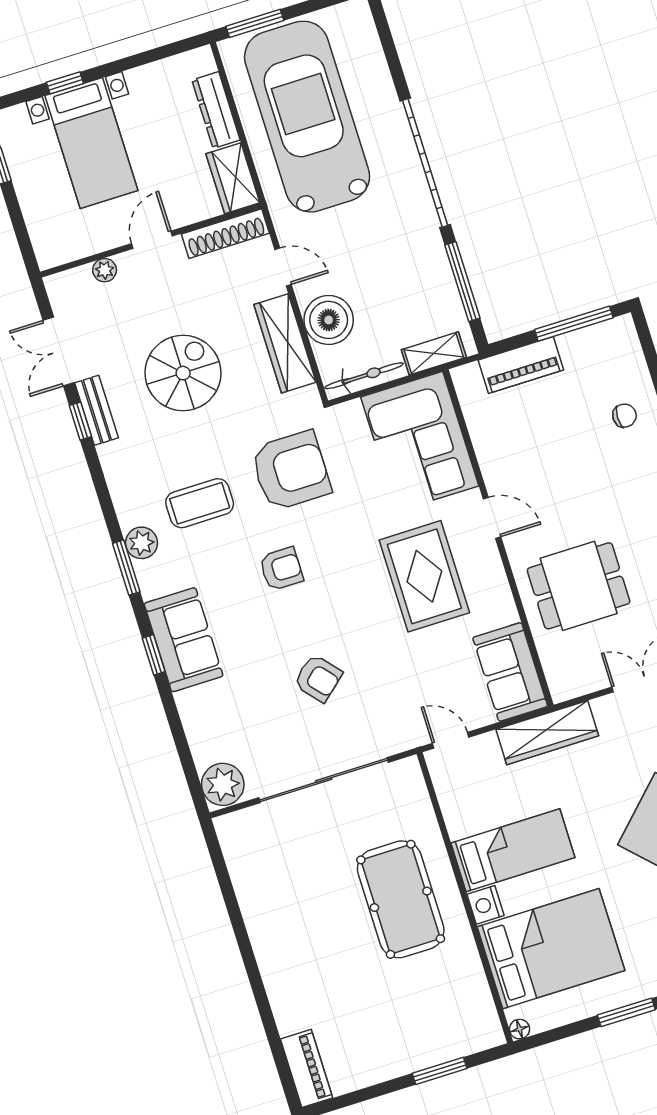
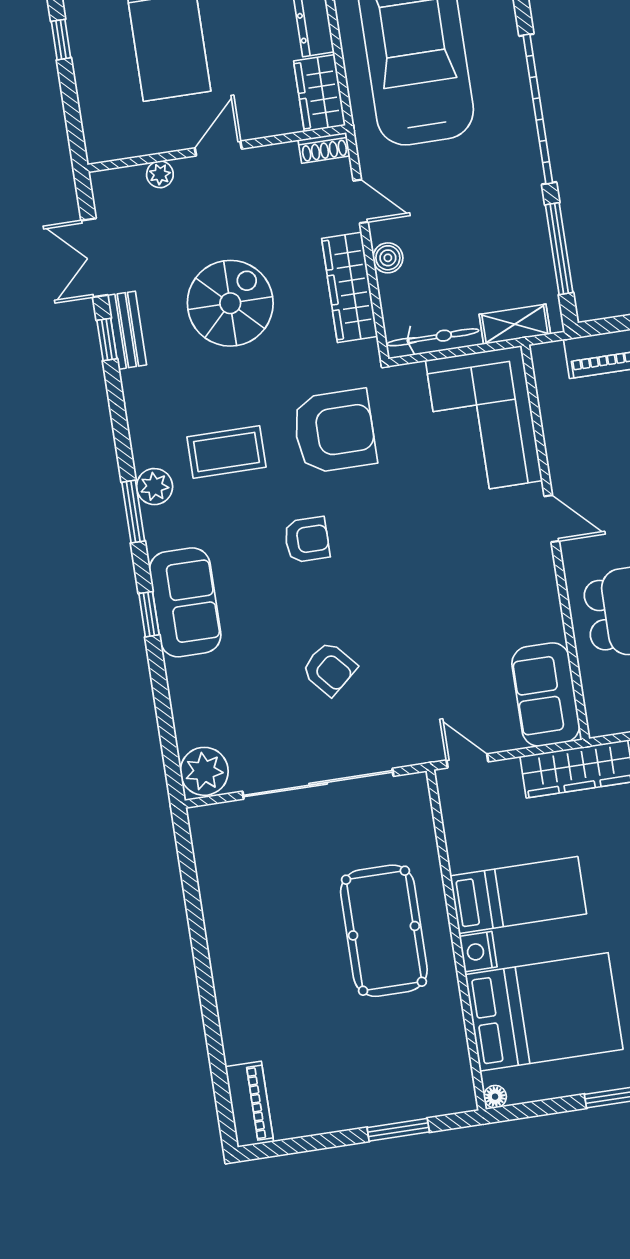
shoe rack: (225, 234) -> (324, 148), width x0.51, depth x0.81
boiler: (329, 320) -> (388, 258), width x0.54, depth x0.54
rug: (424, 576) -> (466, 573), removed

